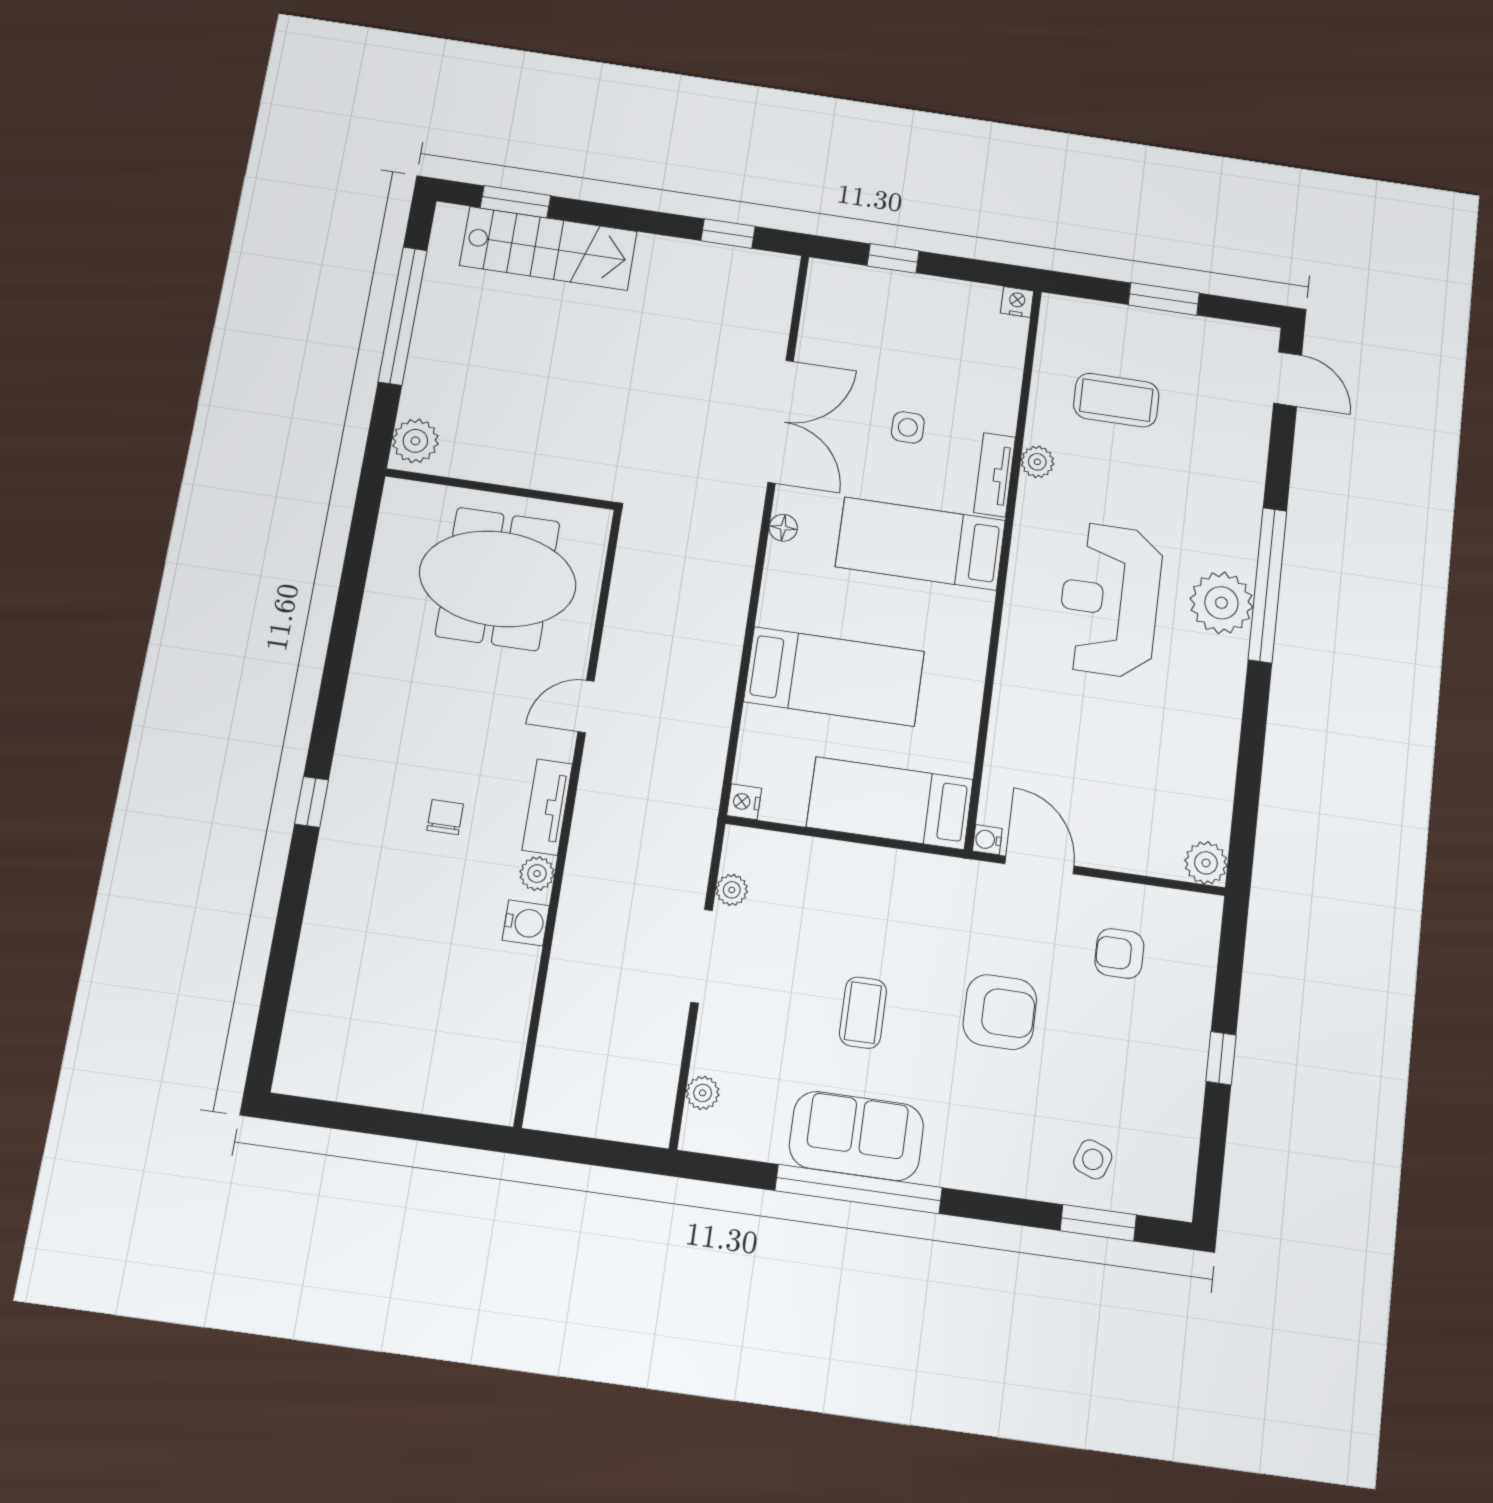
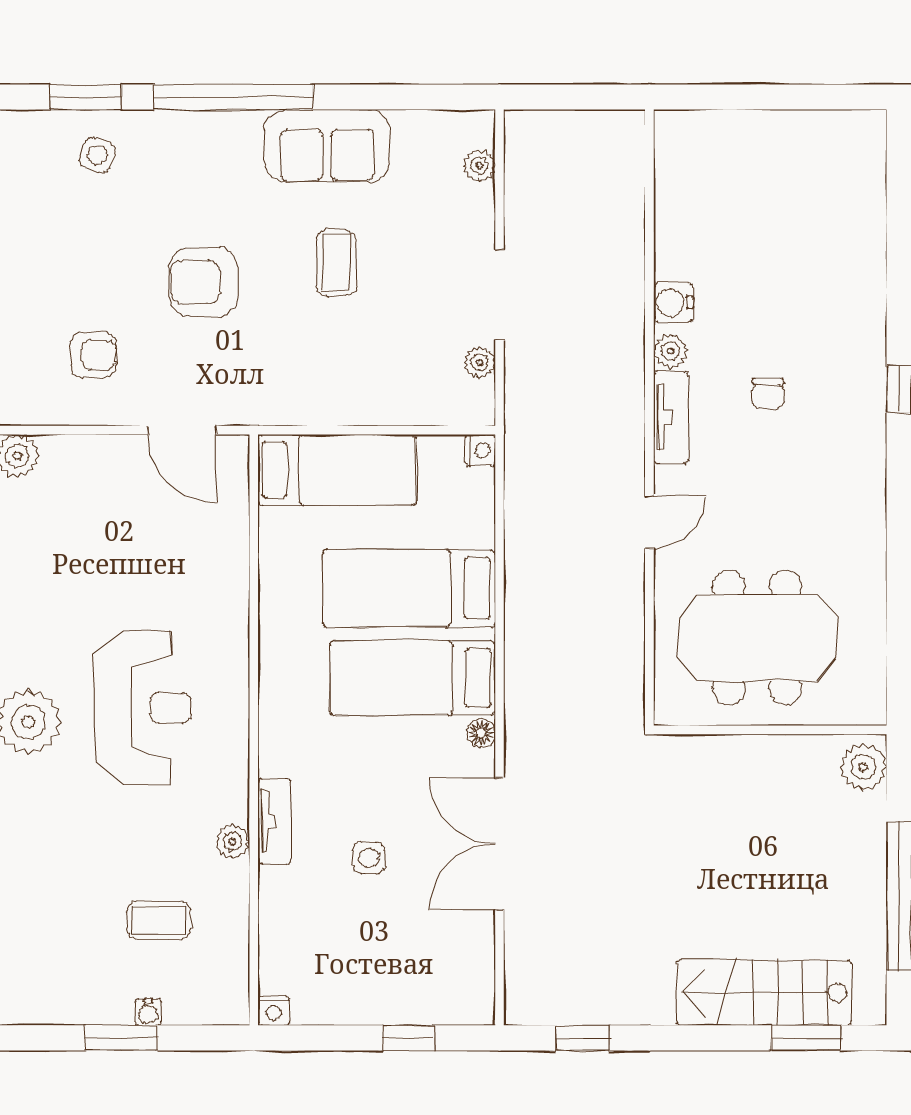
coffee table: (1116, 400) -> (159, 920), width x0.73, depth x0.77
bed: (920, 544) -> (413, 678), moved, turned 180
water cooler: (987, 840) -> (148, 1012), moved, turned 90
window: (859, 1189) -> (233, 97), moved

